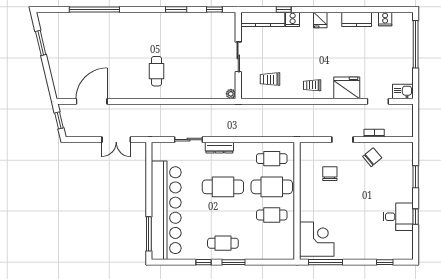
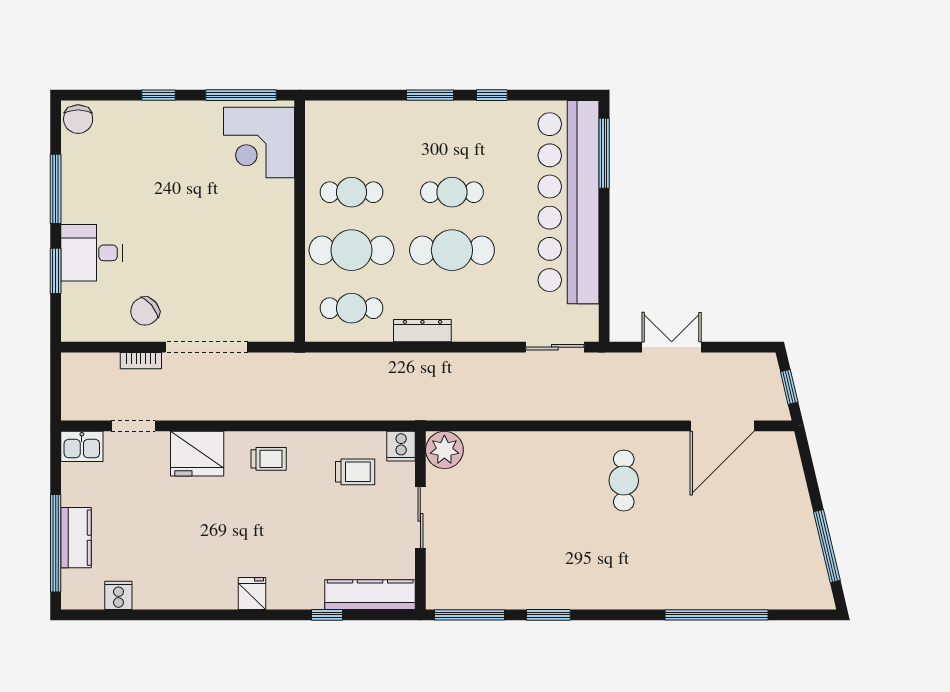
window: (214, 9) -> (470, 615), width x2.17
cooker: (293, 19) -> (401, 446), moved, turned 180
kitchen counter: (357, 19) -> (76, 538), moved, turned 90
window: (41, 43) -> (827, 546), width x1.44
cafe table: (156, 71) -> (624, 481), moved
plant: (231, 94) -> (444, 450), width x1.88, depth x1.88
sliding door: (188, 140) -> (555, 347), moved
doorway: (342, 140) -> (206, 347), width x1.88
dresser: (219, 148) -> (422, 331), moved
chair: (330, 174) -> (78, 119), moved
desk: (398, 217) -> (91, 253), moved
window: (416, 217) -> (56, 189), width x2.17
cafe table: (223, 243) -> (452, 192), moved
window: (385, 262) -> (159, 95), moved

